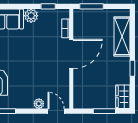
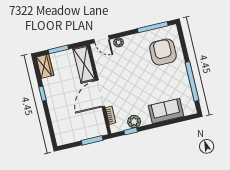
plant: (31, 16) -> (134, 122), moved
shelving: (122, 36) -> (84, 64), moved

